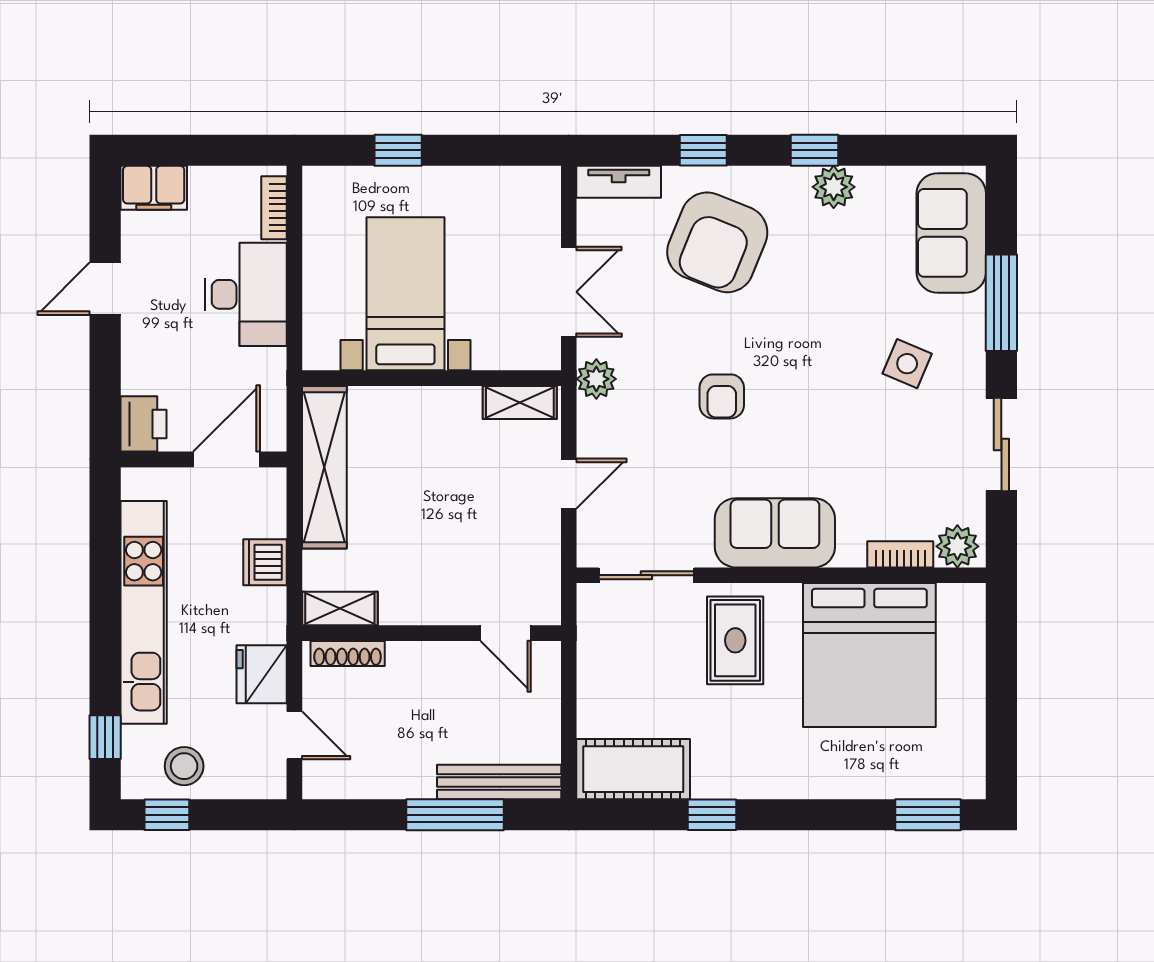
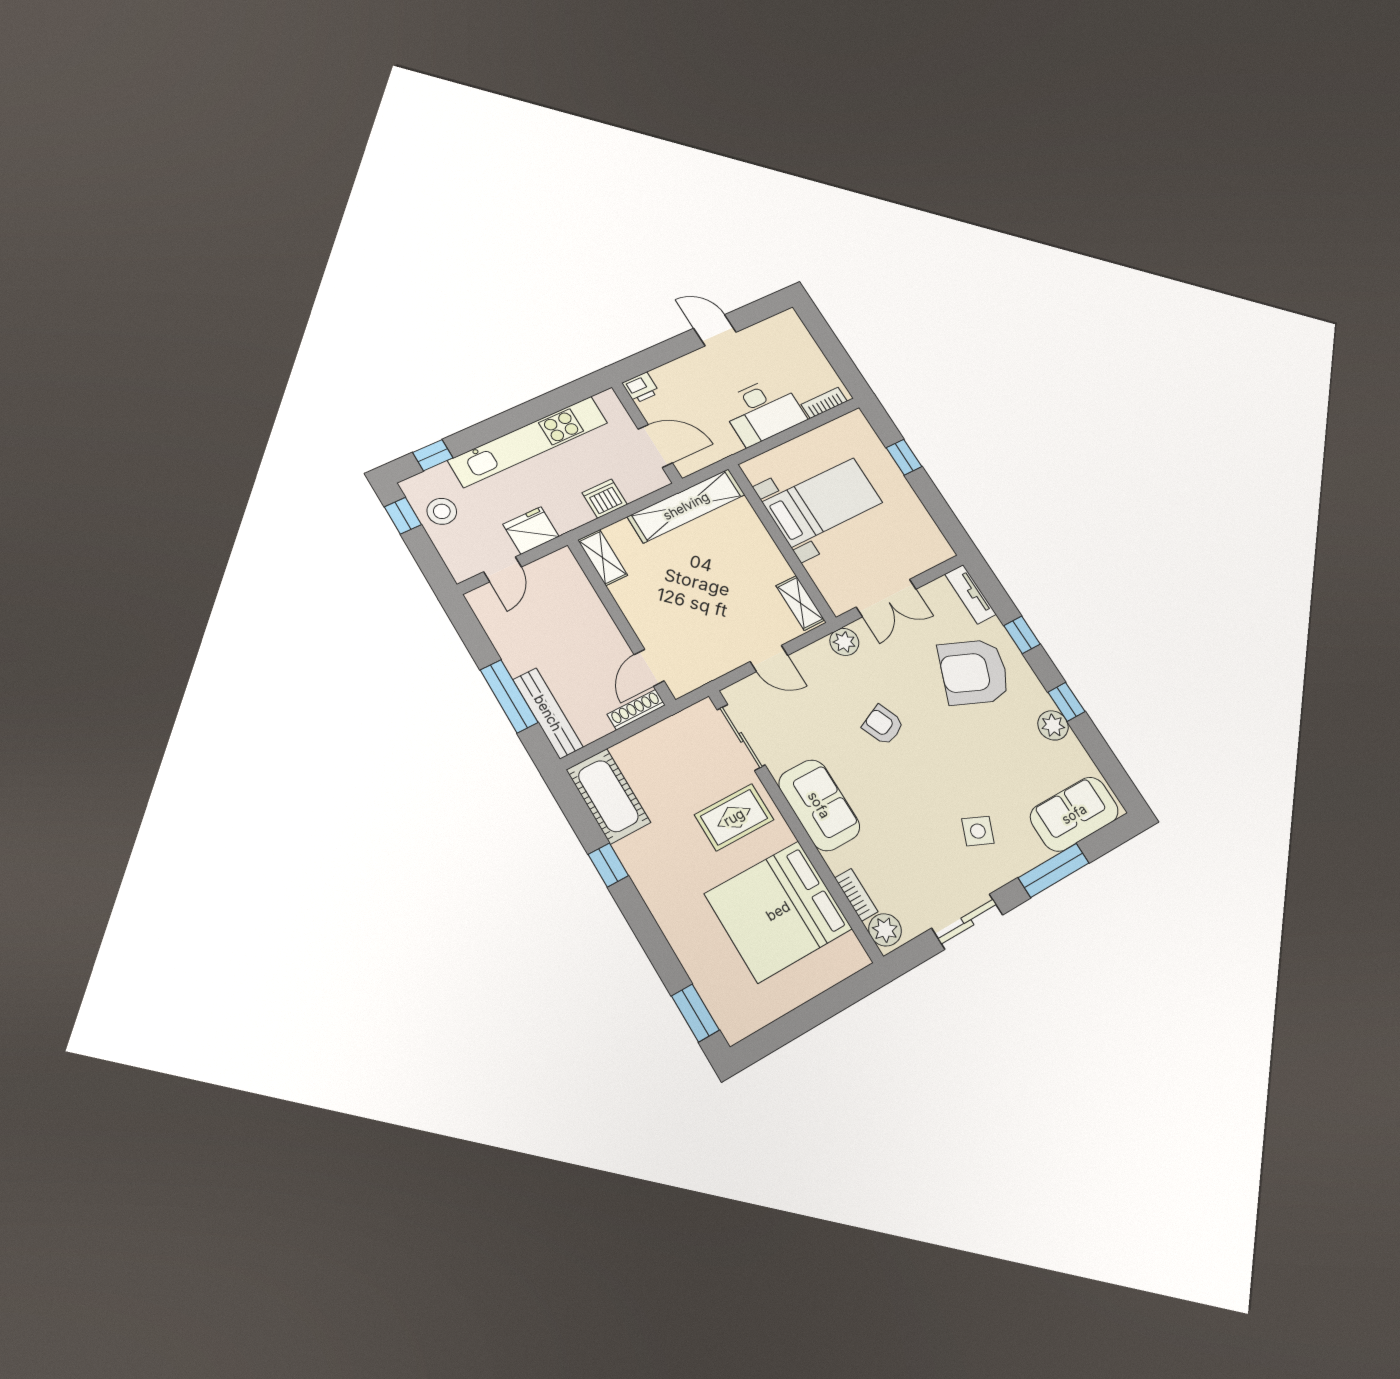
filing cabinet: (154, 188) -> (792, 331), removed
armchair: (722, 396) -> (883, 725), turned 66
printer: (143, 424) -> (641, 388), width x0.73, depth x0.81
shoe rack: (348, 653) -> (636, 710), moved, turned 90

